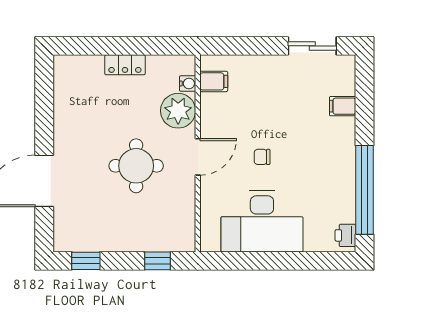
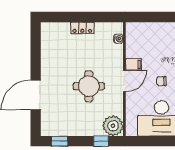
filing cabinet: (214, 81) -> (134, 64), moved
plant: (178, 111) -> (113, 126), moved

